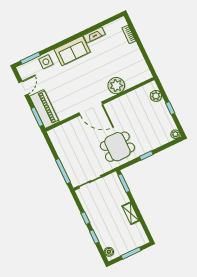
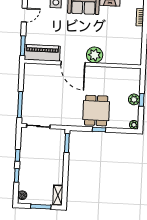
plant: (116, 86) -> (95, 55), moved
plant: (156, 96) -> (134, 99), moved
piano: (44, 109) -> (42, 53), moved, turned -90
dining table: (117, 147) -> (96, 111), moved, turned 90
shelving: (131, 213) -> (58, 195), moved

